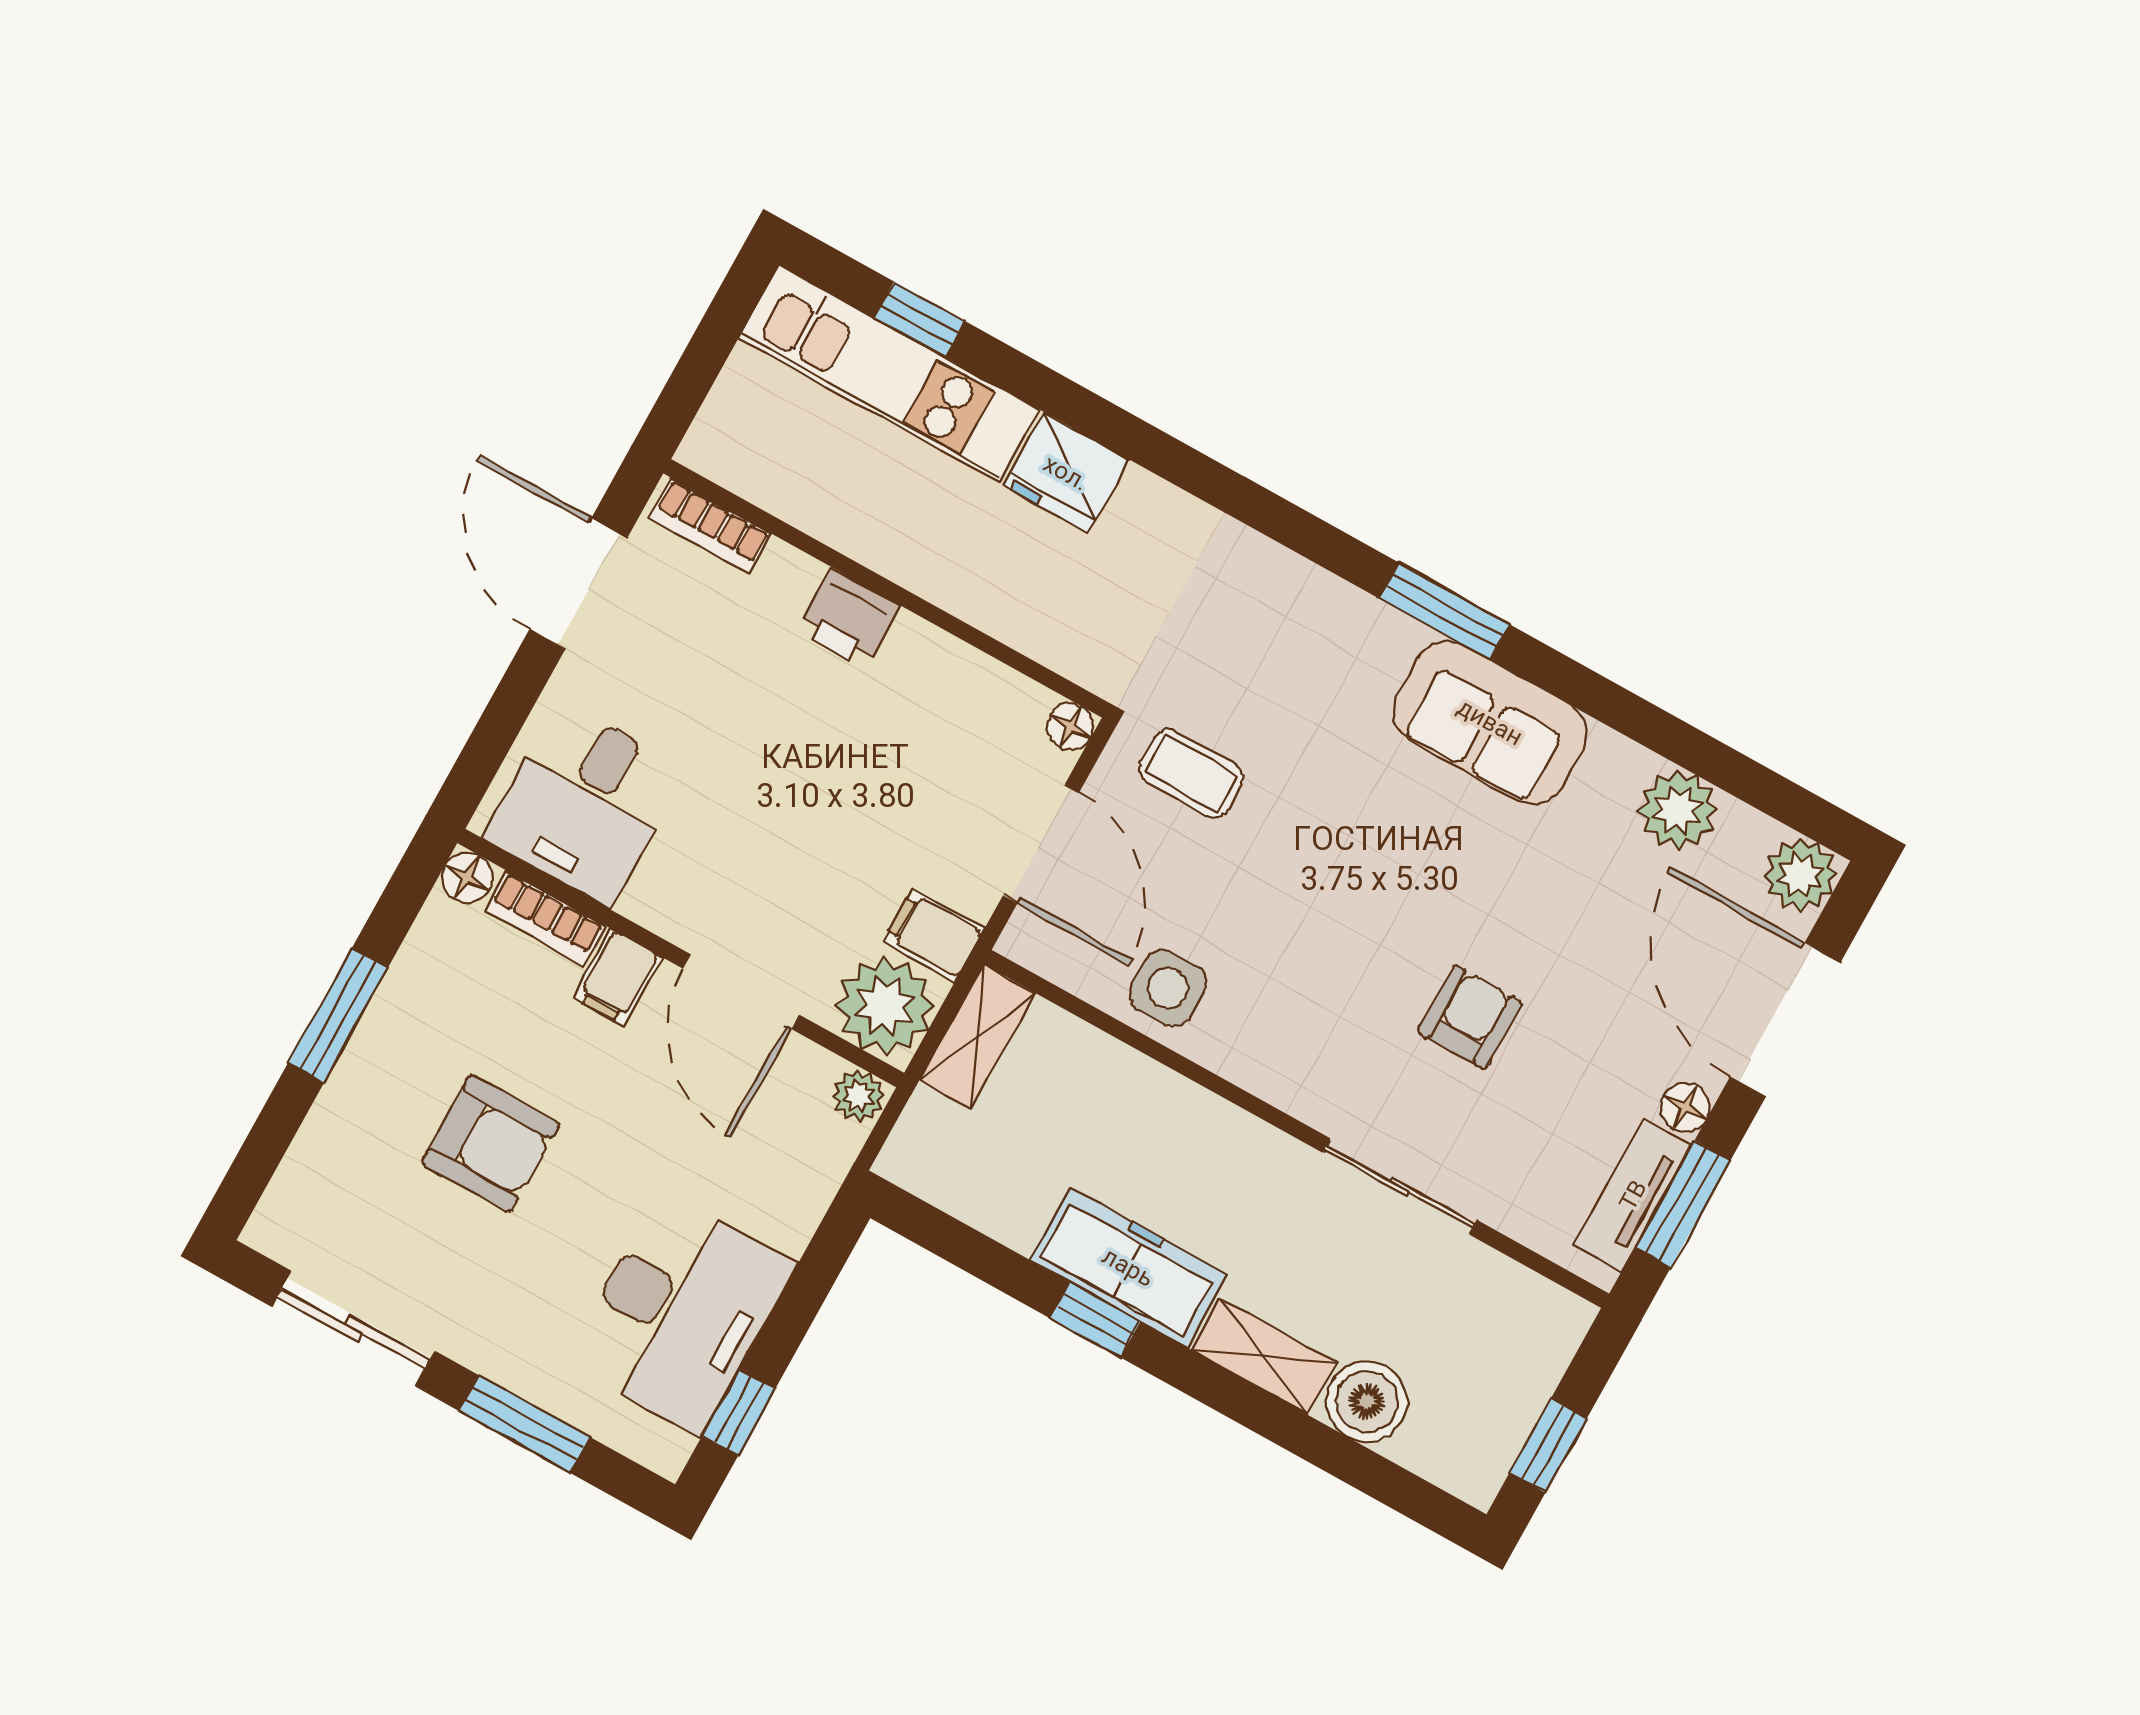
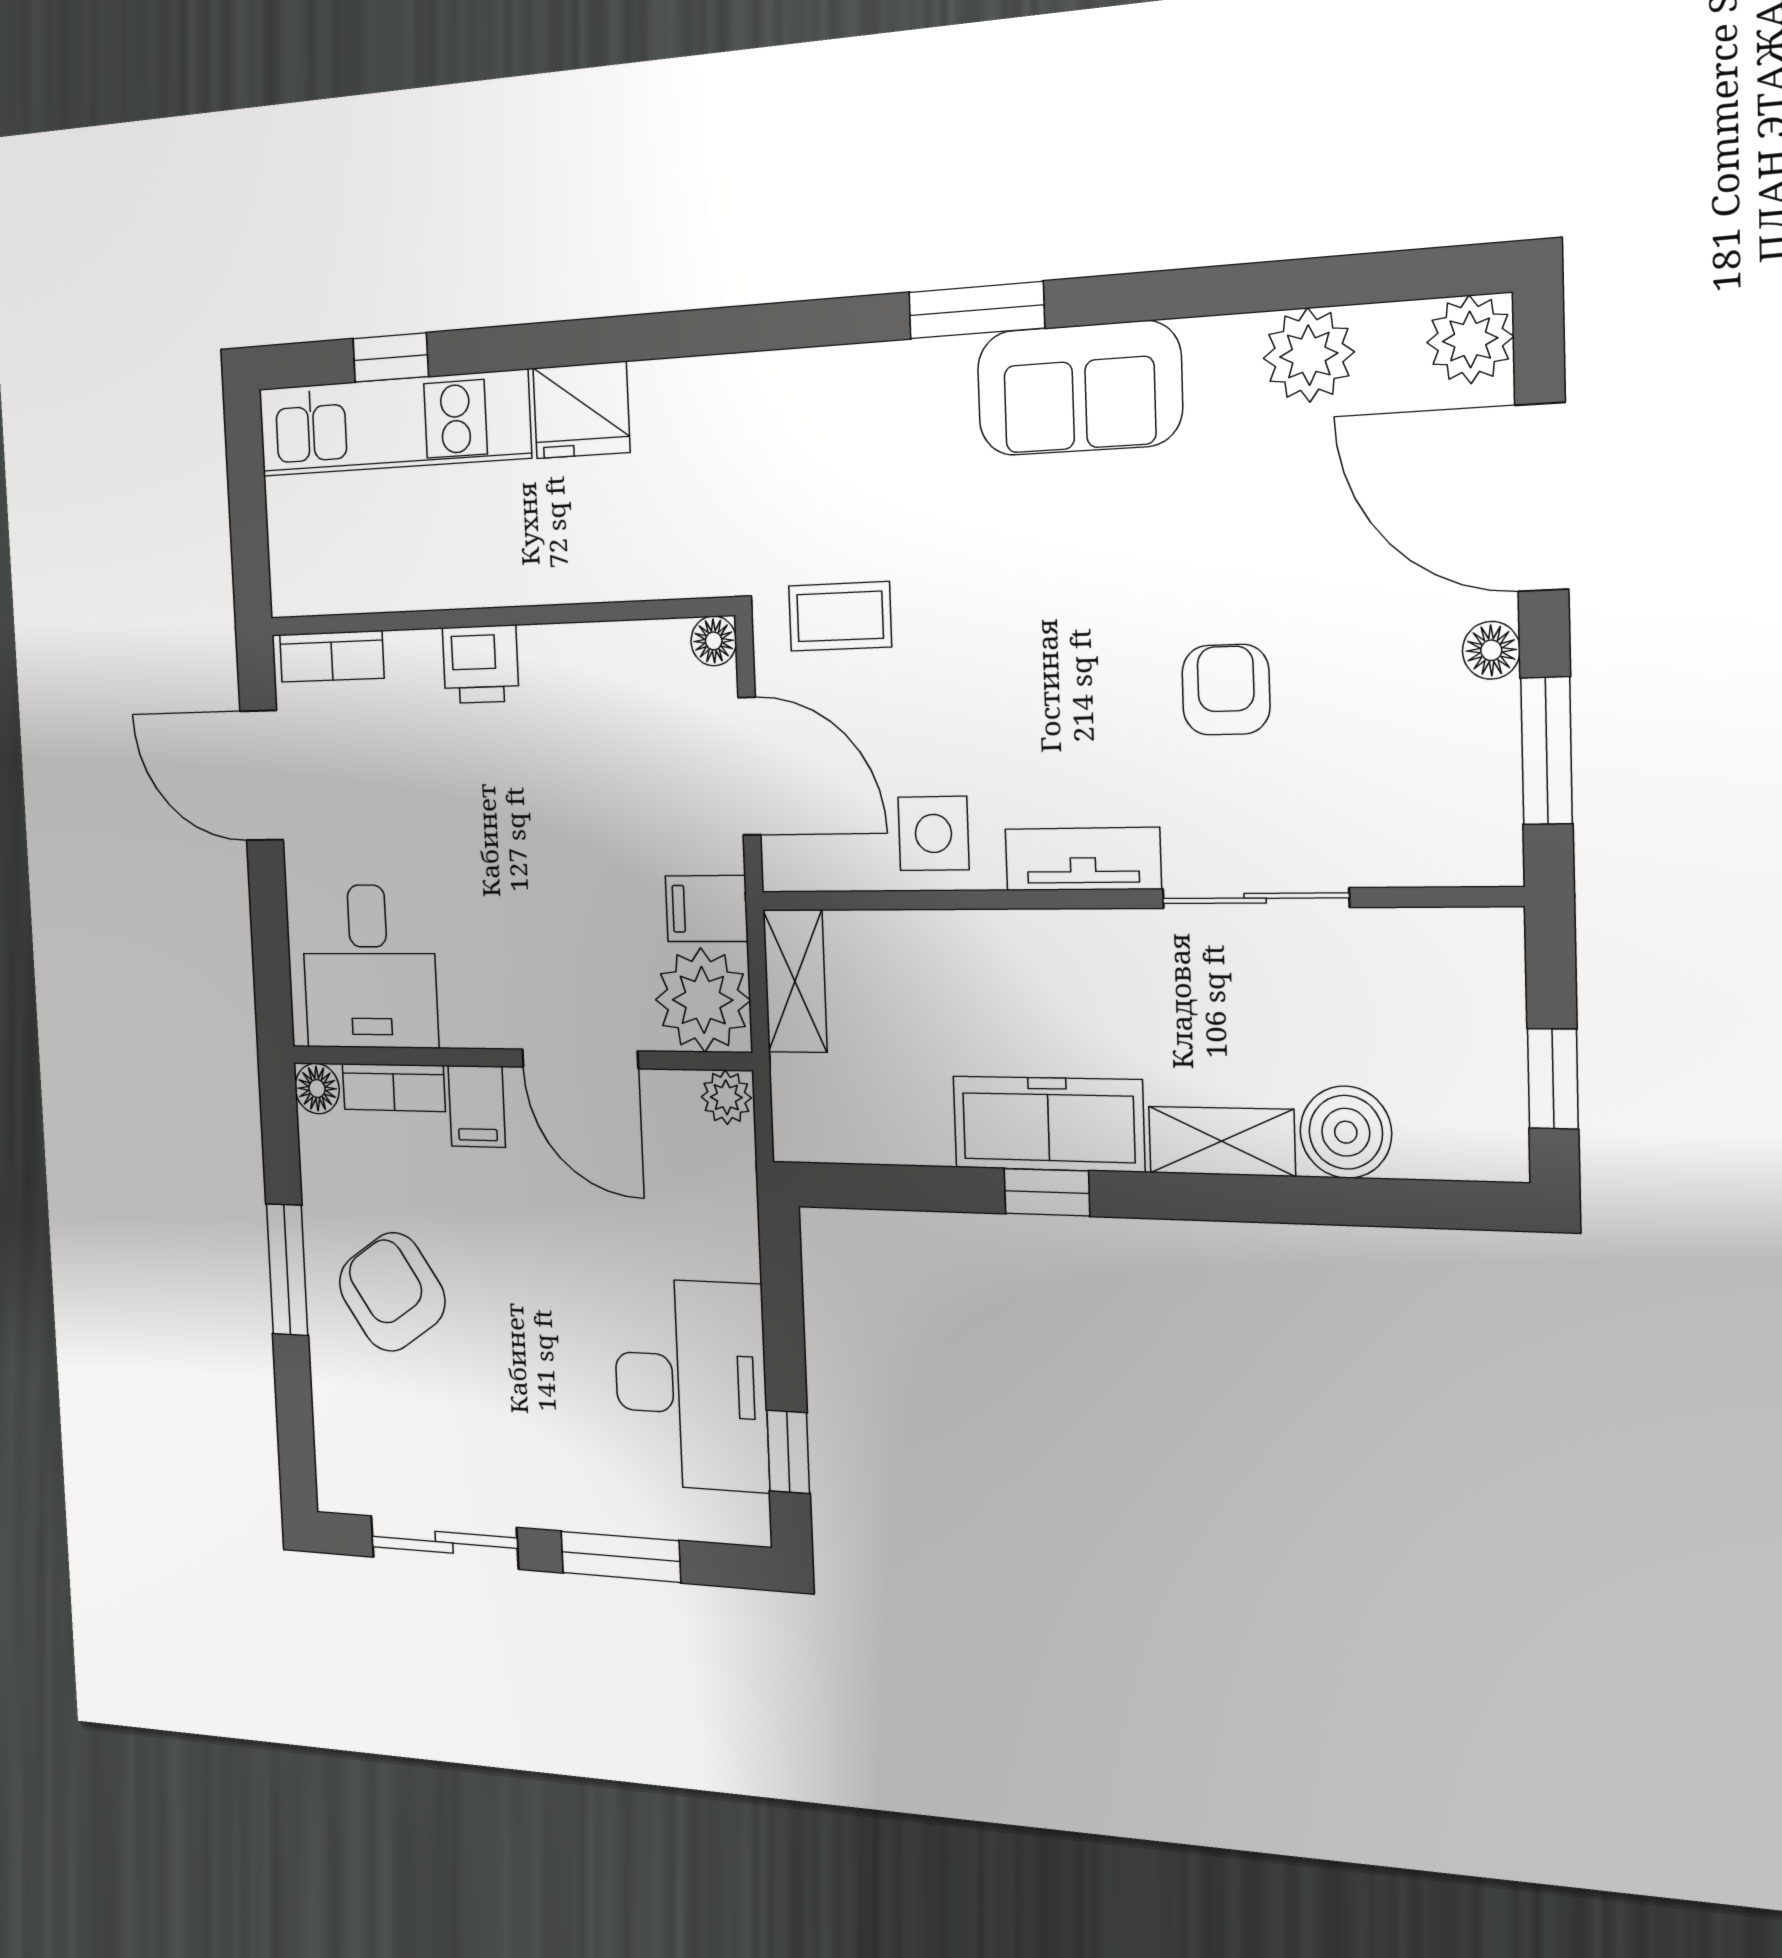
armchair: (490, 1143) -> (392, 1292), moved, turned -124
tv unit: (1633, 1195) -> (1083, 859), moved, turned 90

